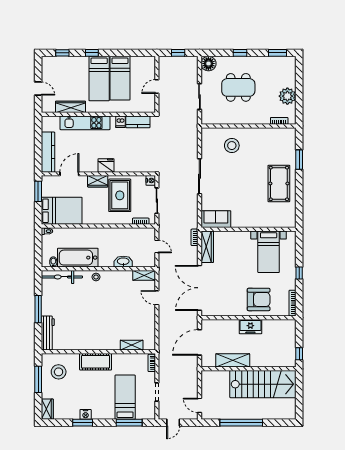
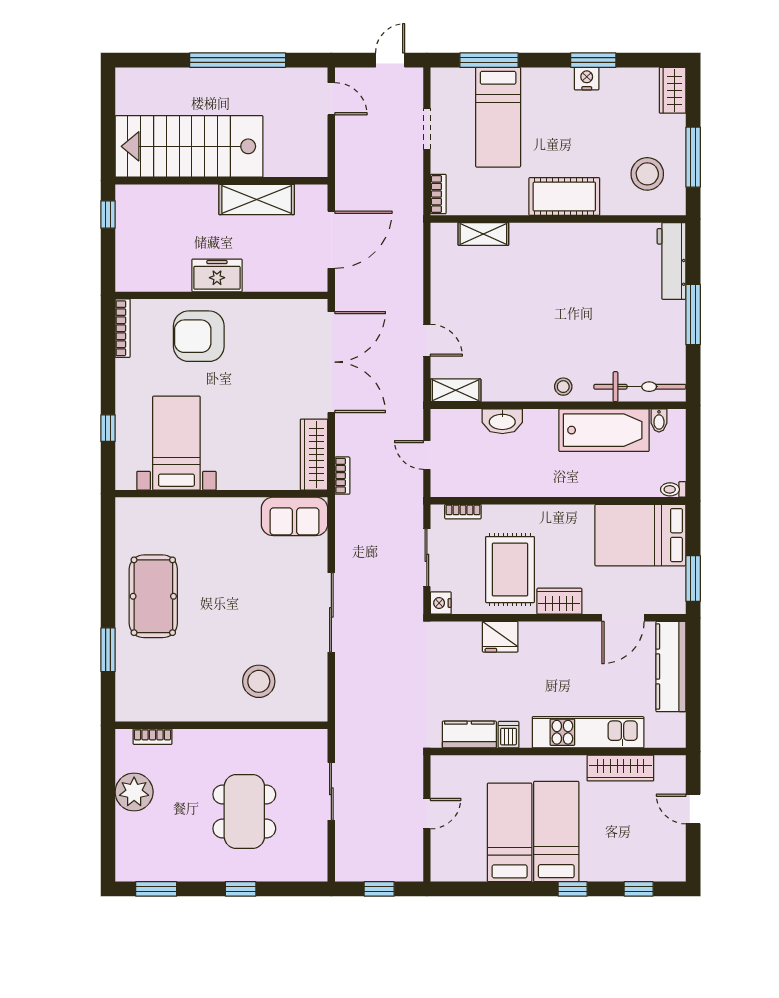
floor lamp: (208, 64) -> (311, 865), removed
dining table: (238, 87) -> (244, 811), turned 90
fridge: (106, 165) -> (500, 637), moved
window: (299, 273) -> (108, 428), moved

